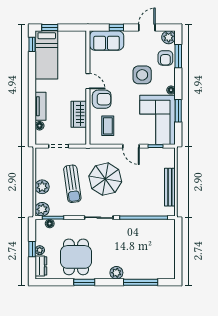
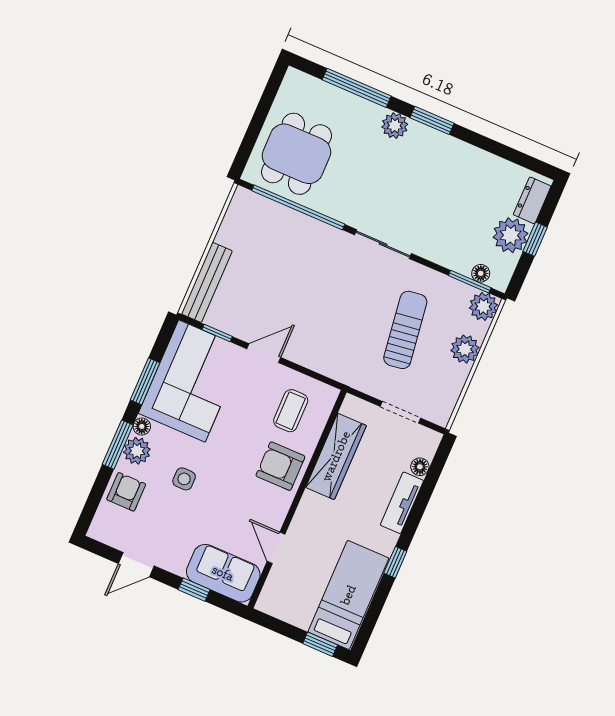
plant: (169, 37) -> (137, 451), moved
window: (32, 44) -> (395, 562), moved
window: (178, 56) -> (118, 445), moved
side table: (142, 75) -> (184, 479), width x0.54, depth x0.54
door: (88, 81) -> (276, 548), moved
wardrobe: (79, 114) -> (336, 456), width x1.50
door: (131, 146) -> (264, 353), hinge flipped
parasol: (105, 179) -> (339, 312), removed
bench: (170, 187) -> (207, 282), moved
plant: (40, 250) -> (510, 235), width x1.88, depth x1.88
dining table: (76, 257) -> (296, 154), moved
window: (84, 282) -> (432, 120), moved

